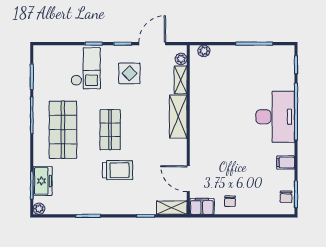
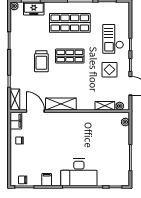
checkout: (86, 68) -> (113, 39), turned 90
shelving: (178, 117) -> (61, 104), moved
door: (188, 179) -> (35, 111), hinge flipped

